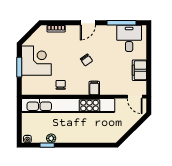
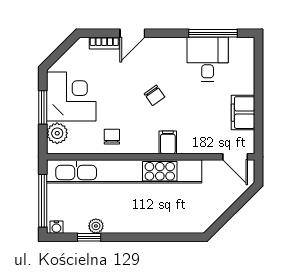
door: (88, 23) -> (132, 33), moved
desk: (129, 38) -> (208, 59), moved
plant: (28, 83) -> (57, 133), added
window: (19, 123) -> (43, 201), added

